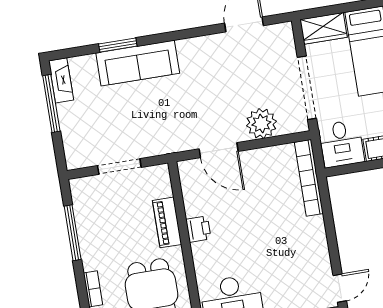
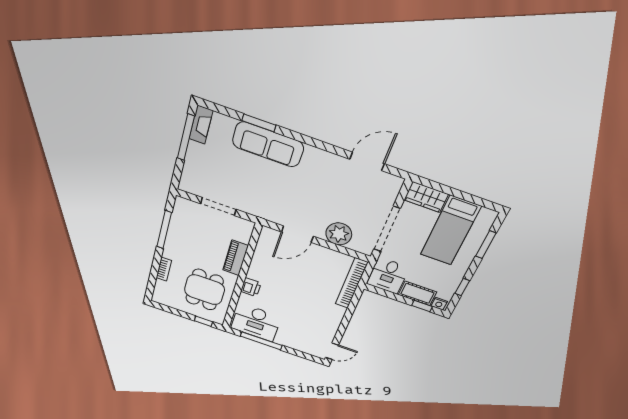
door: (219, 150) -> (297, 234), hinge flipped
printer: (198, 229) -> (251, 287), moved

